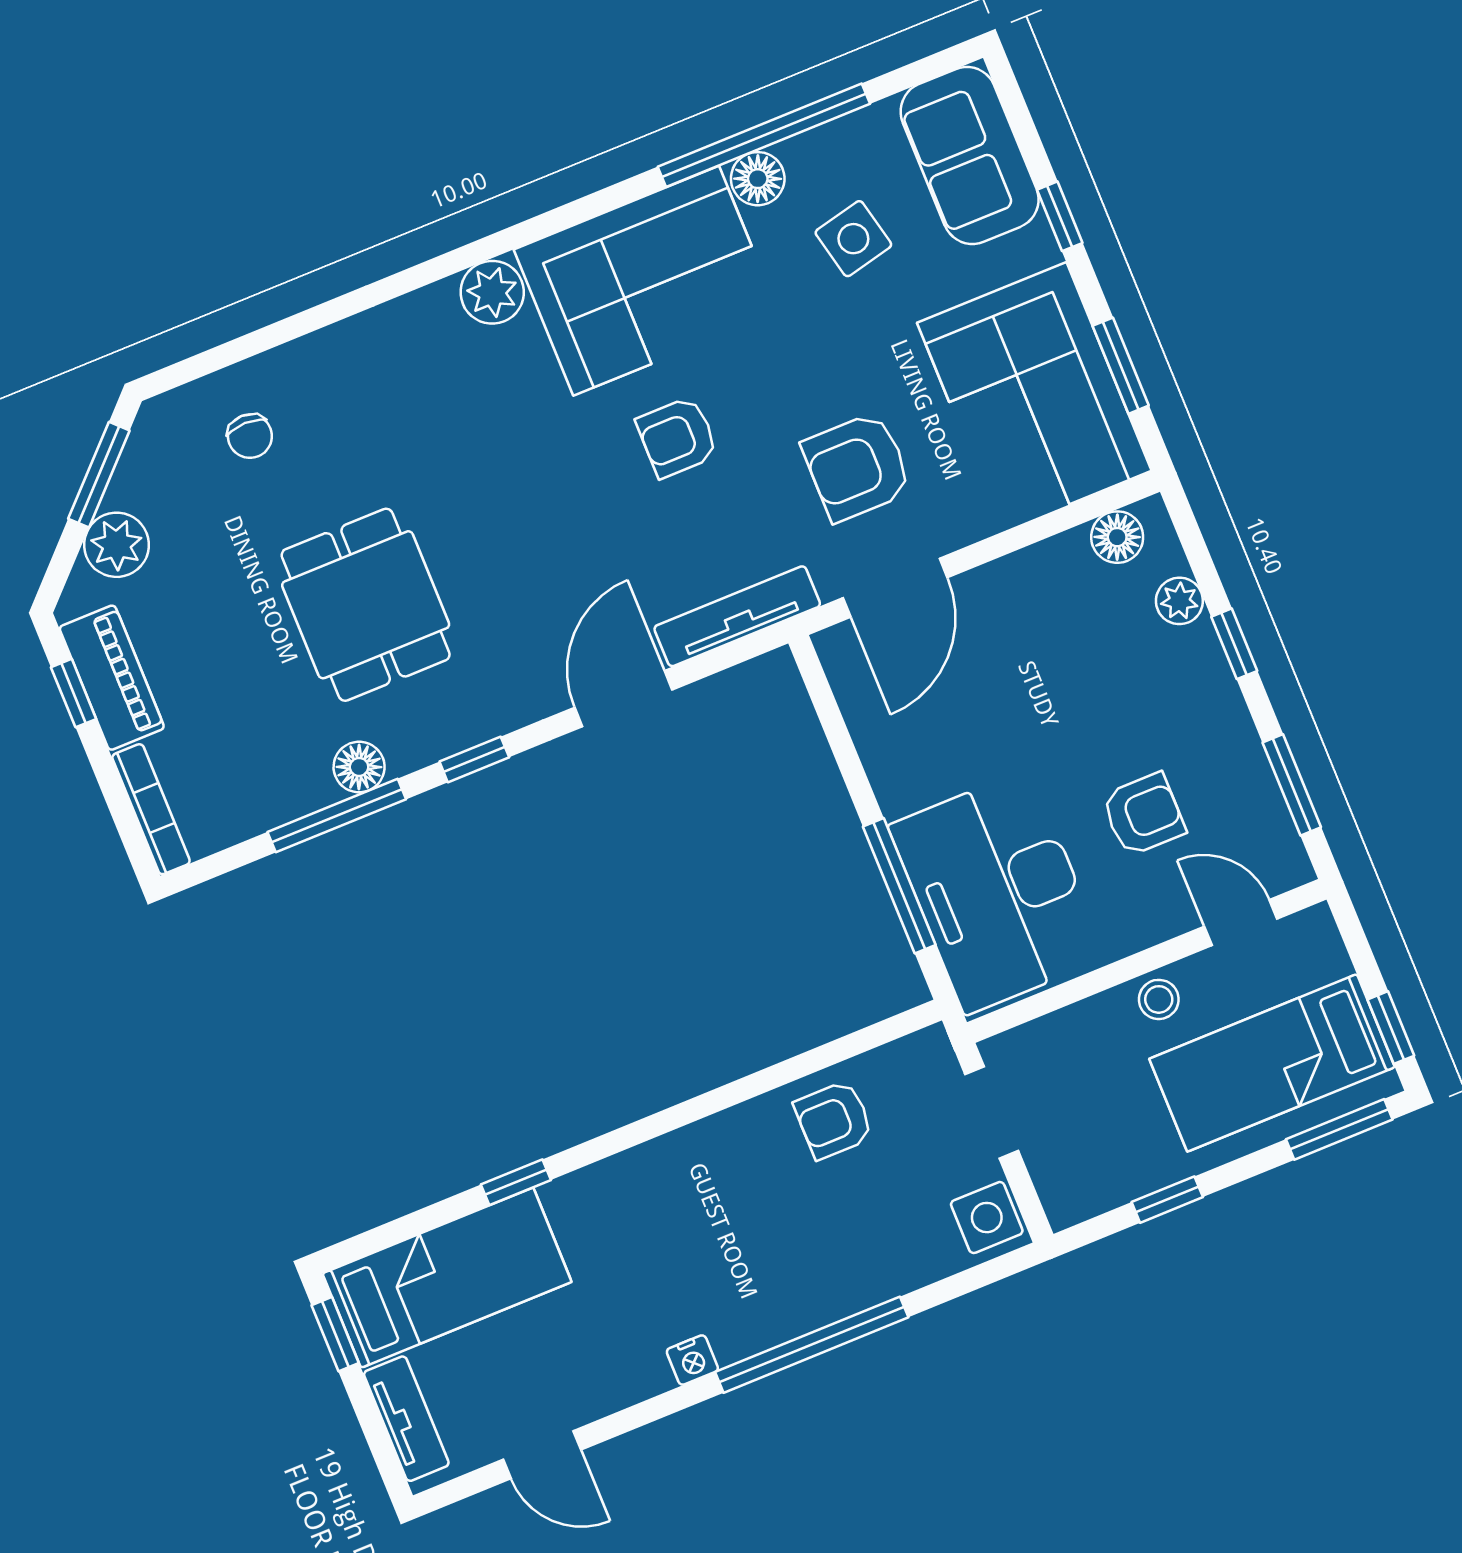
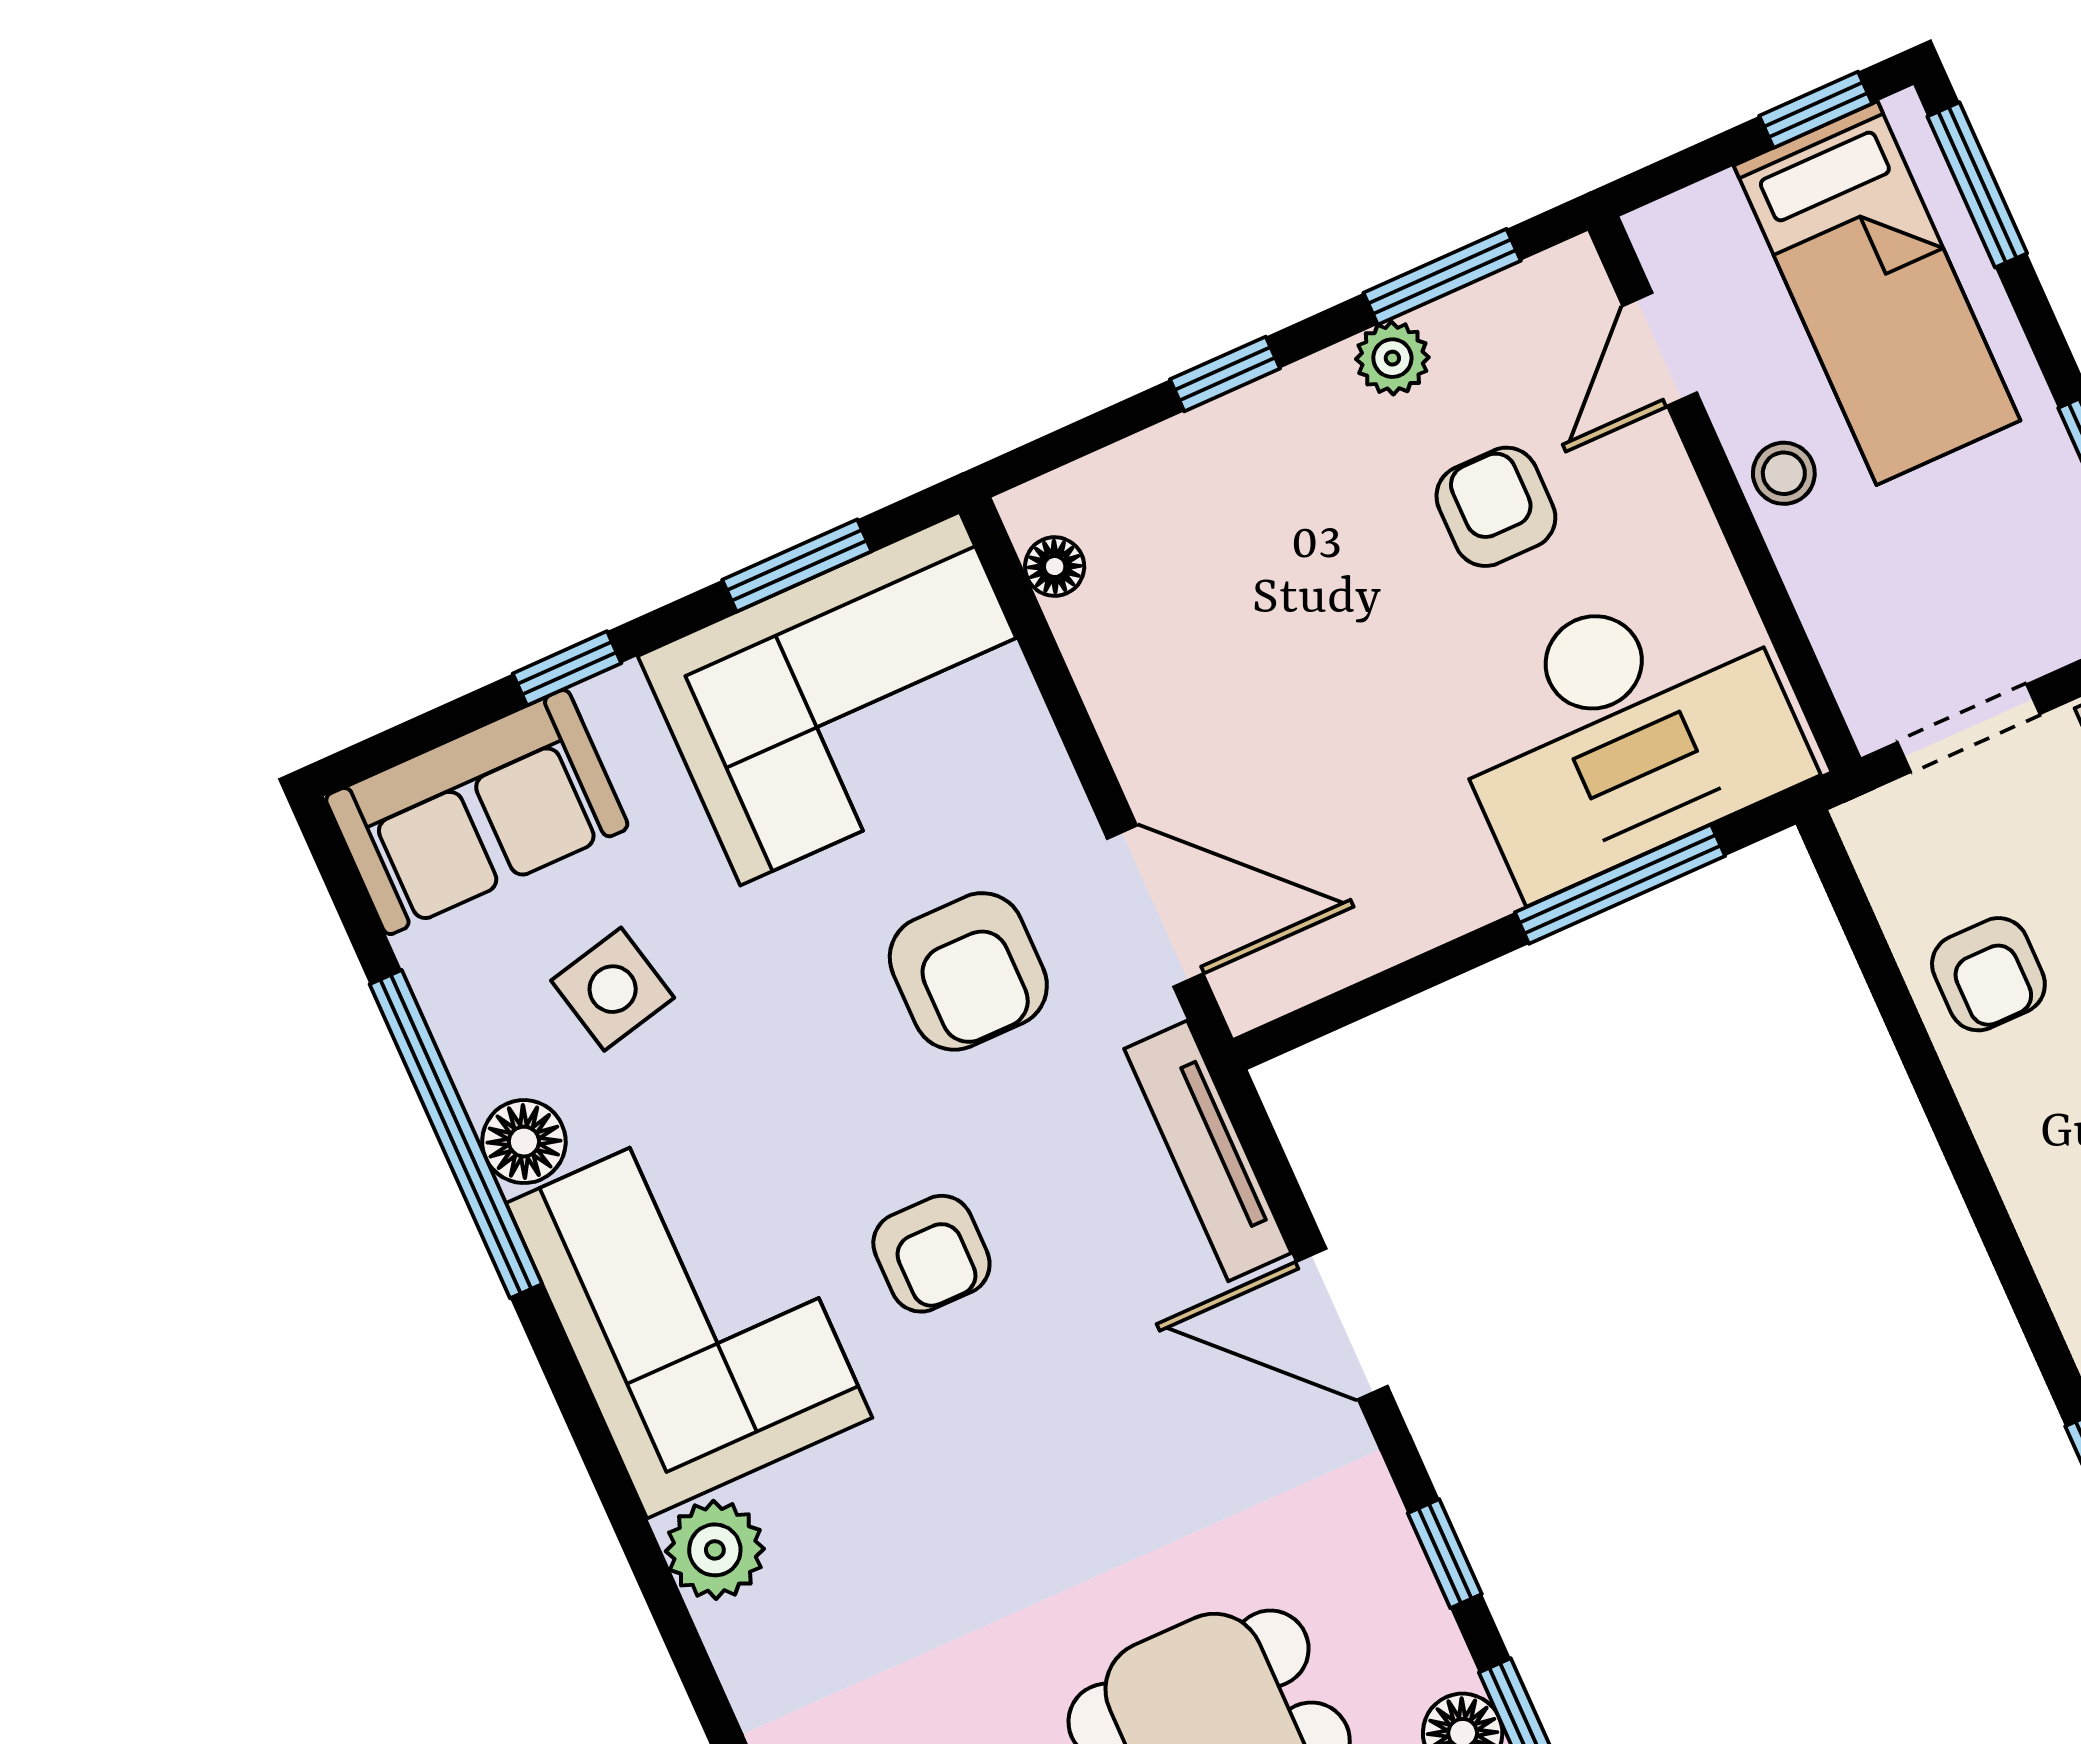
floor lamp: (1117, 537) -> (1055, 567), width x0.73, depth x0.73
plant: (1179, 601) -> (1392, 358), moved

